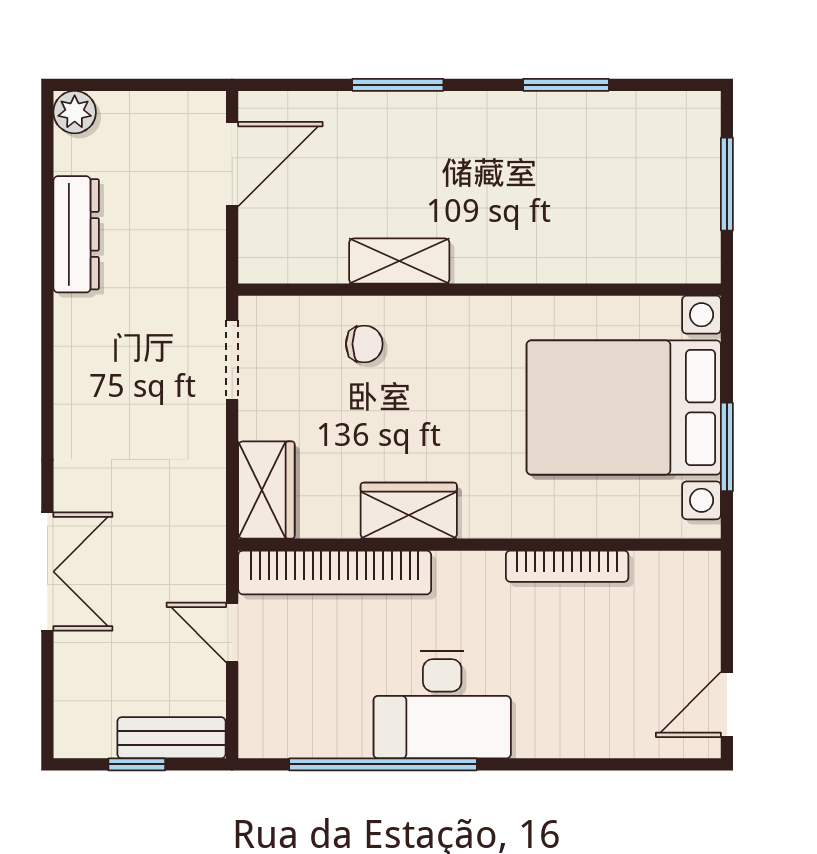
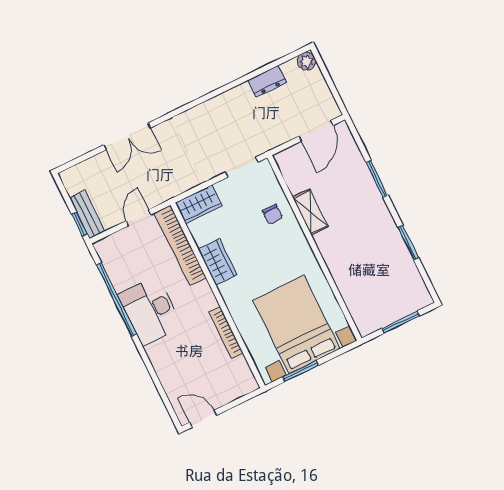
door: (232, 164) -> (316, 131), hinge flipped
dresser: (76, 234) -> (267, 81), width x0.70
window: (137, 764) -> (79, 224), moved

